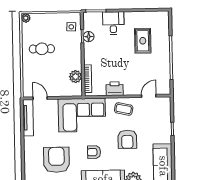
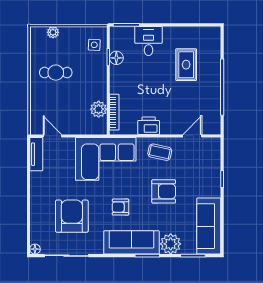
plant: (26, 18) -> (53, 32), moved
tv unit: (28, 118) -> (36, 154), width x0.71
armchair: (127, 139) -> (164, 191), turned -90

